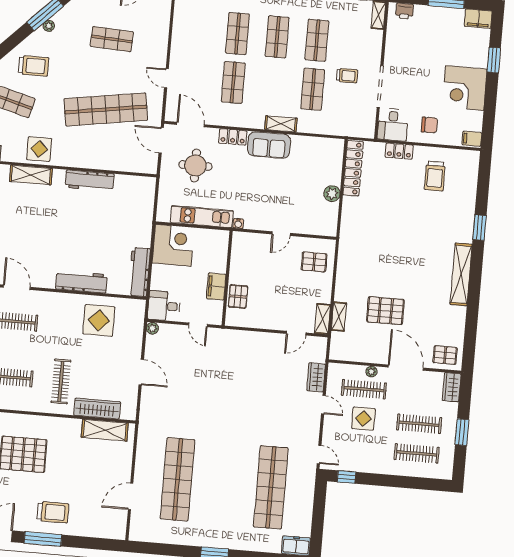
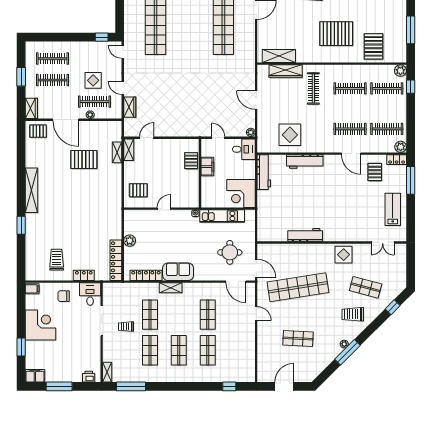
locker: (233, 137) -> (146, 275), moved, width x1.53
shelving: (31, 175) -> (348, 235), removed

